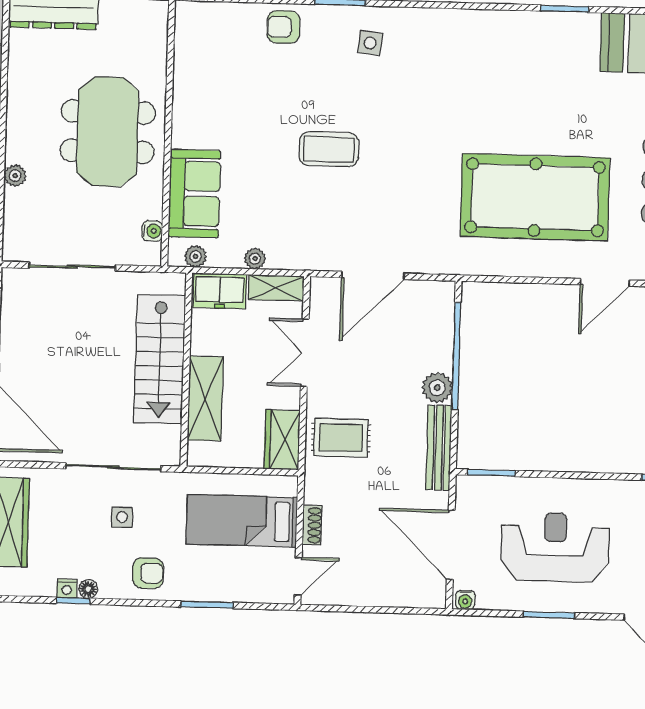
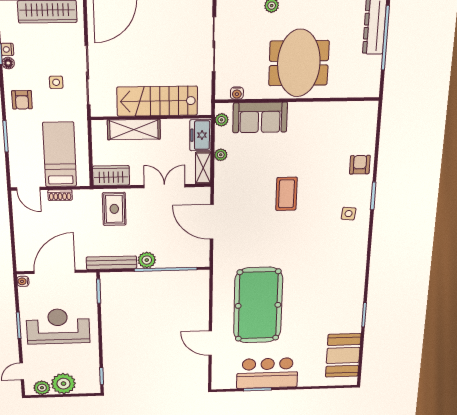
meeting table: (108, 132) -> (299, 63), turned 90
reception desk: (555, 547) -> (58, 326), turned -90

